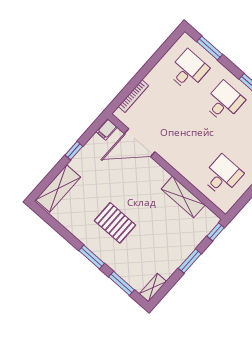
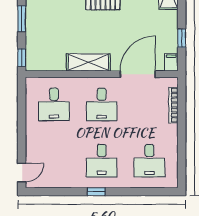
window: (210, 48) -> (148, 192), removed
desk: (187, 144) -> (102, 104), added
window: (74, 151) -> (182, 38), moved
shelving: (183, 197) -> (88, 62), moved

